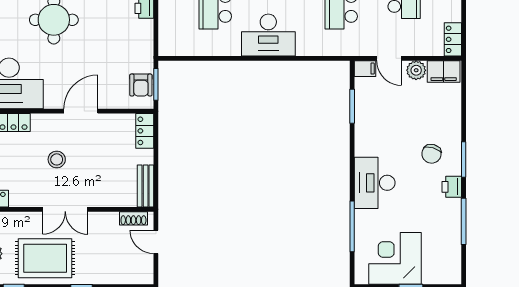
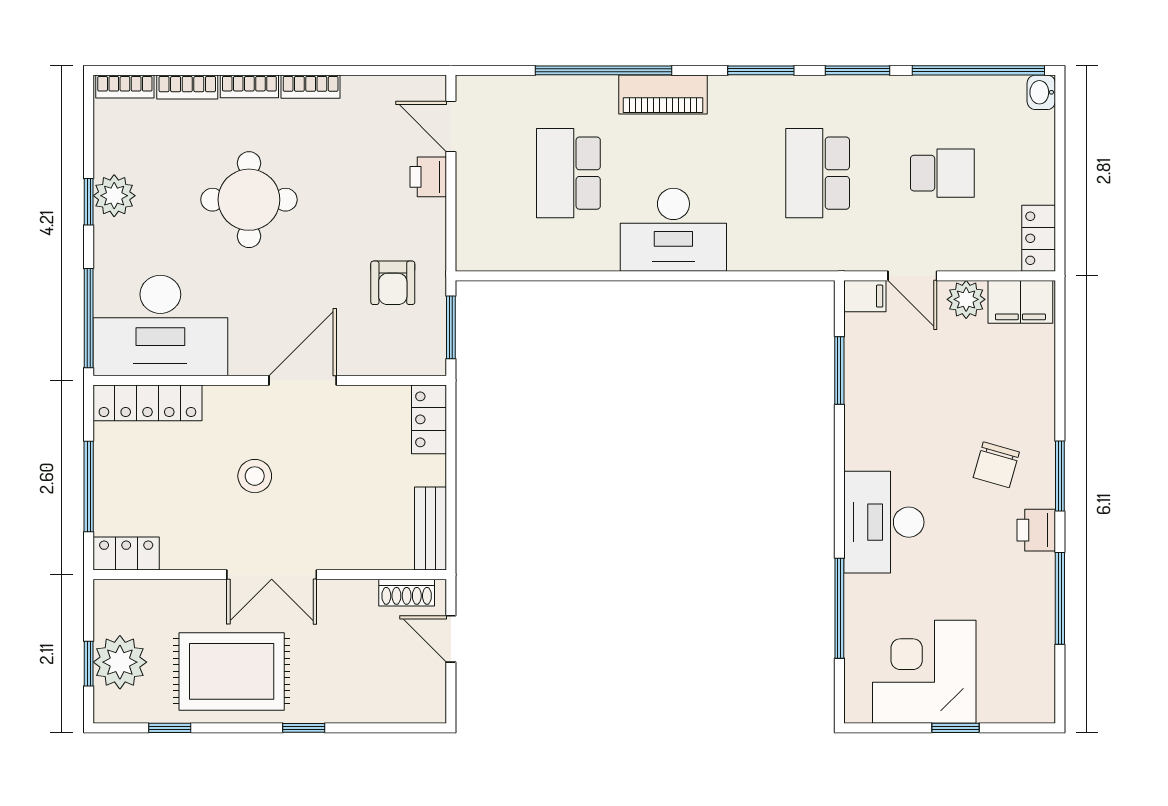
armchair: (141, 85) -> (393, 283), moved

